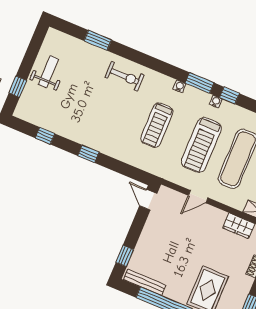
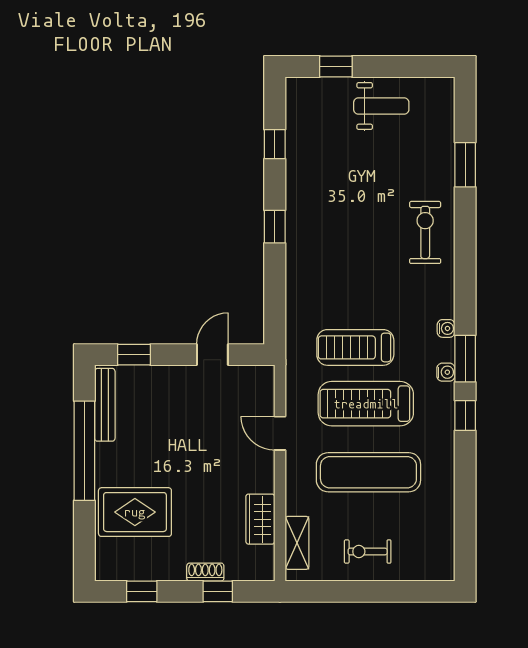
exercise bike: (125, 76) -> (425, 232), turned 180
water cooler: (216, 102) -> (446, 372), moved
treadmill: (157, 125) -> (355, 347), moved
door: (148, 200) -> (212, 355), moved

